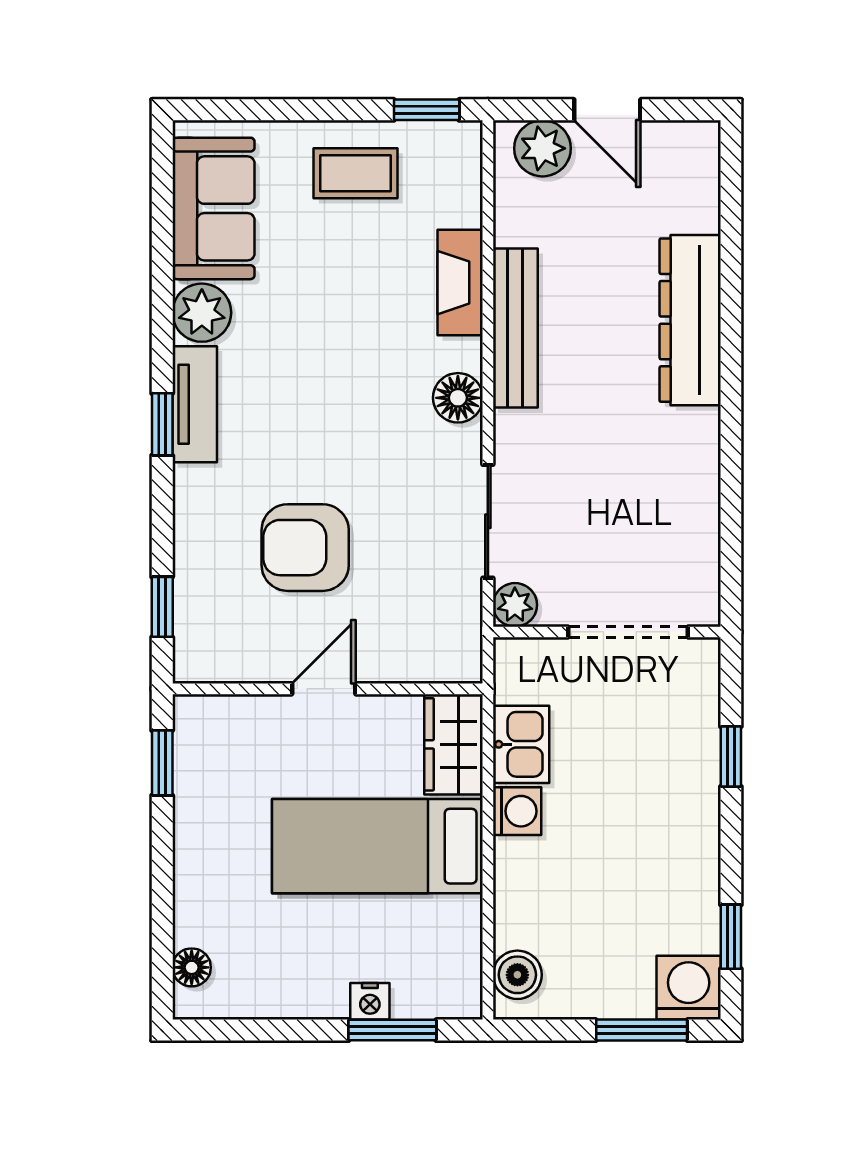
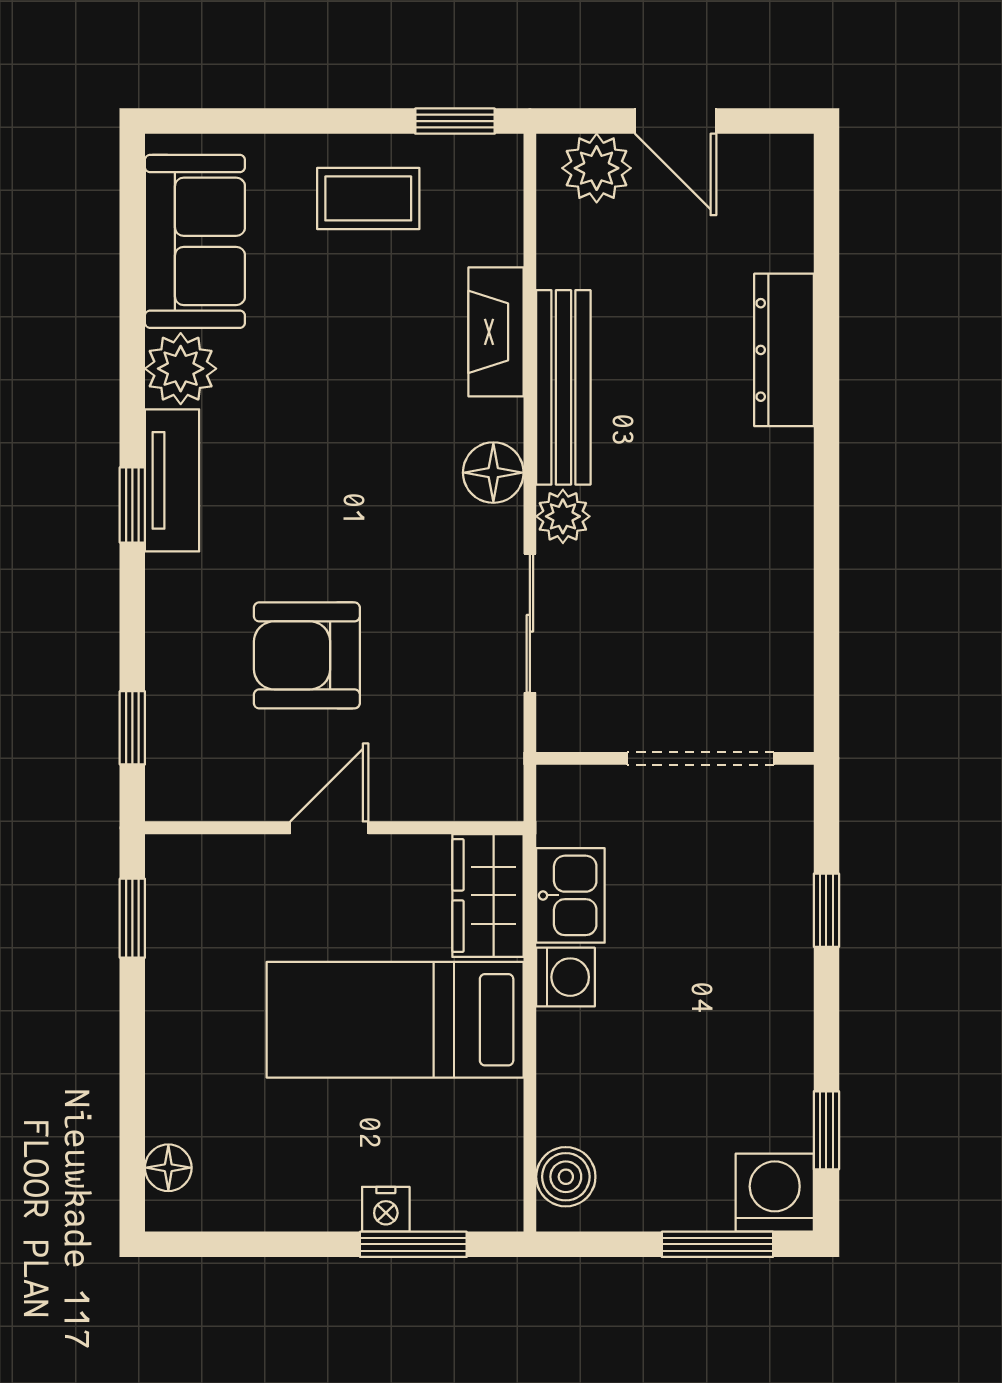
dresser: (690, 320) -> (784, 350), width x0.73, depth x0.80
plant: (515, 605) -> (563, 516), moved

